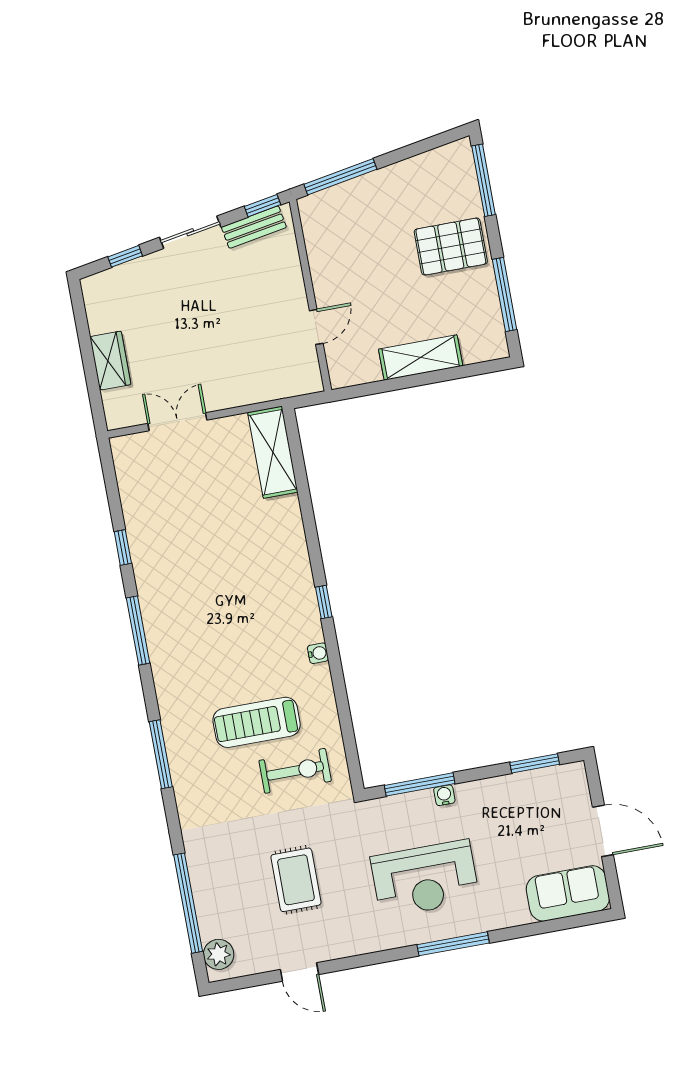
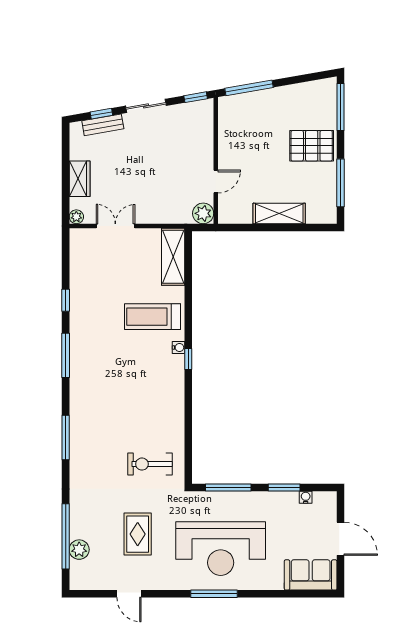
bench: (254, 227) -> (103, 125), moved
plant: (306, 379) -> (203, 213), added
plant: (116, 419) -> (76, 217), added
water cooler: (318, 653) -> (178, 347), moved
treadmill: (257, 722) -> (153, 317), moved
window: (535, 763) -> (284, 487), moved
exercise bike: (295, 771) -> (150, 464), turned 180
water cooler: (444, 795) -> (306, 497), moved
reception desk: (425, 879) -> (221, 549), width x1.36, depth x1.30
window: (453, 944) -> (214, 594), moved
plant: (219, 954) -> (79, 550), moved

